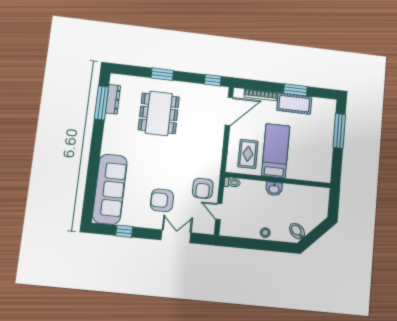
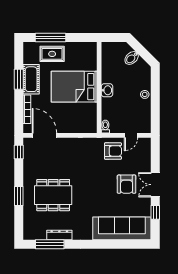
dresser: (113, 99) -> (59, 235), moved
bed: (276, 151) -> (74, 87), width x1.50
rug: (248, 154) -> (52, 54), moved
bidet: (297, 231) -> (132, 58), moved
double door: (176, 236) -> (155, 185), moved

